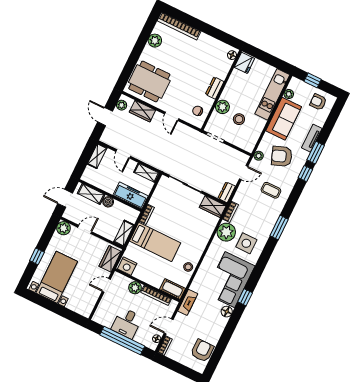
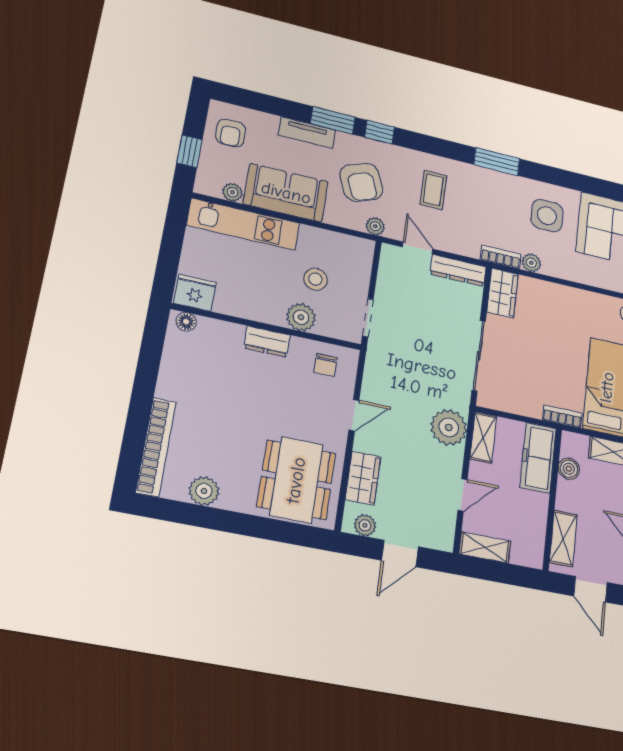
plant: (155, 158) -> (449, 427), added
dresser: (227, 192) -> (458, 270), width x1.44
boiler: (108, 202) -> (569, 469), moved
plant: (226, 232) -> (531, 263), width x0.53, depth x0.53

